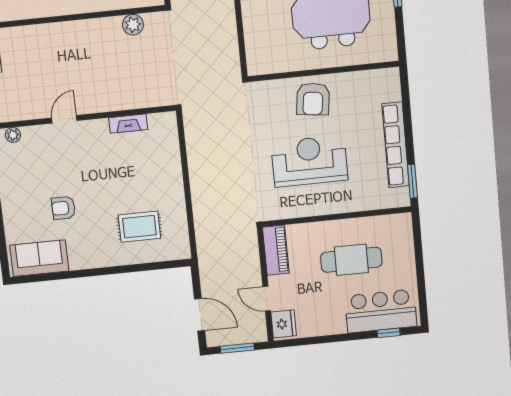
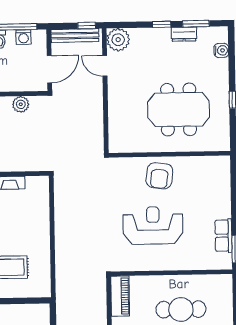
row of seats: (396, 145) -> (224, 236), width x0.50

